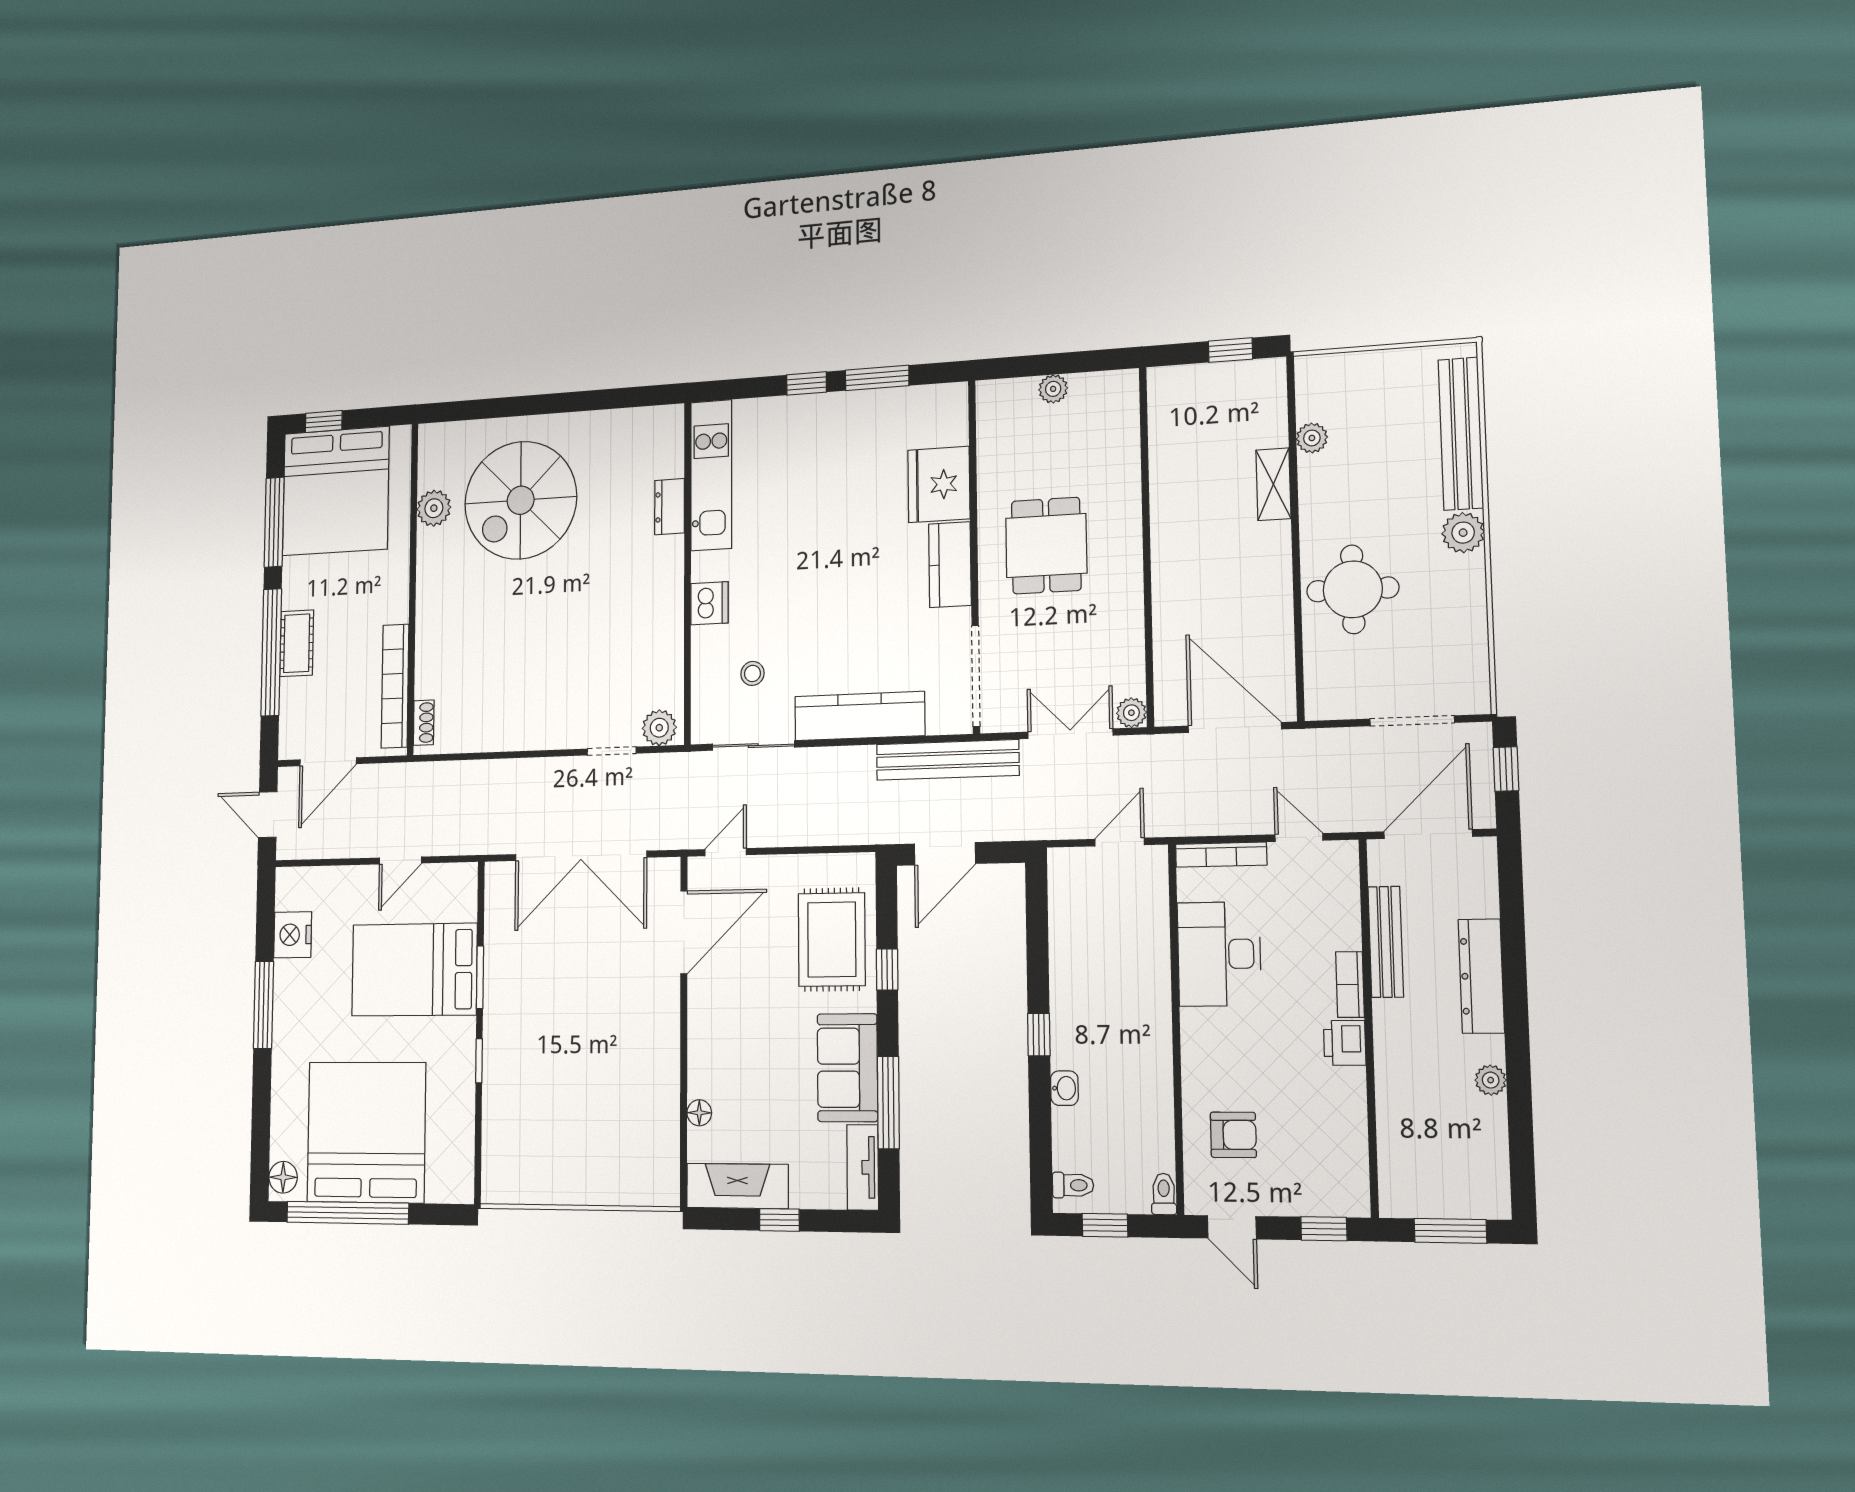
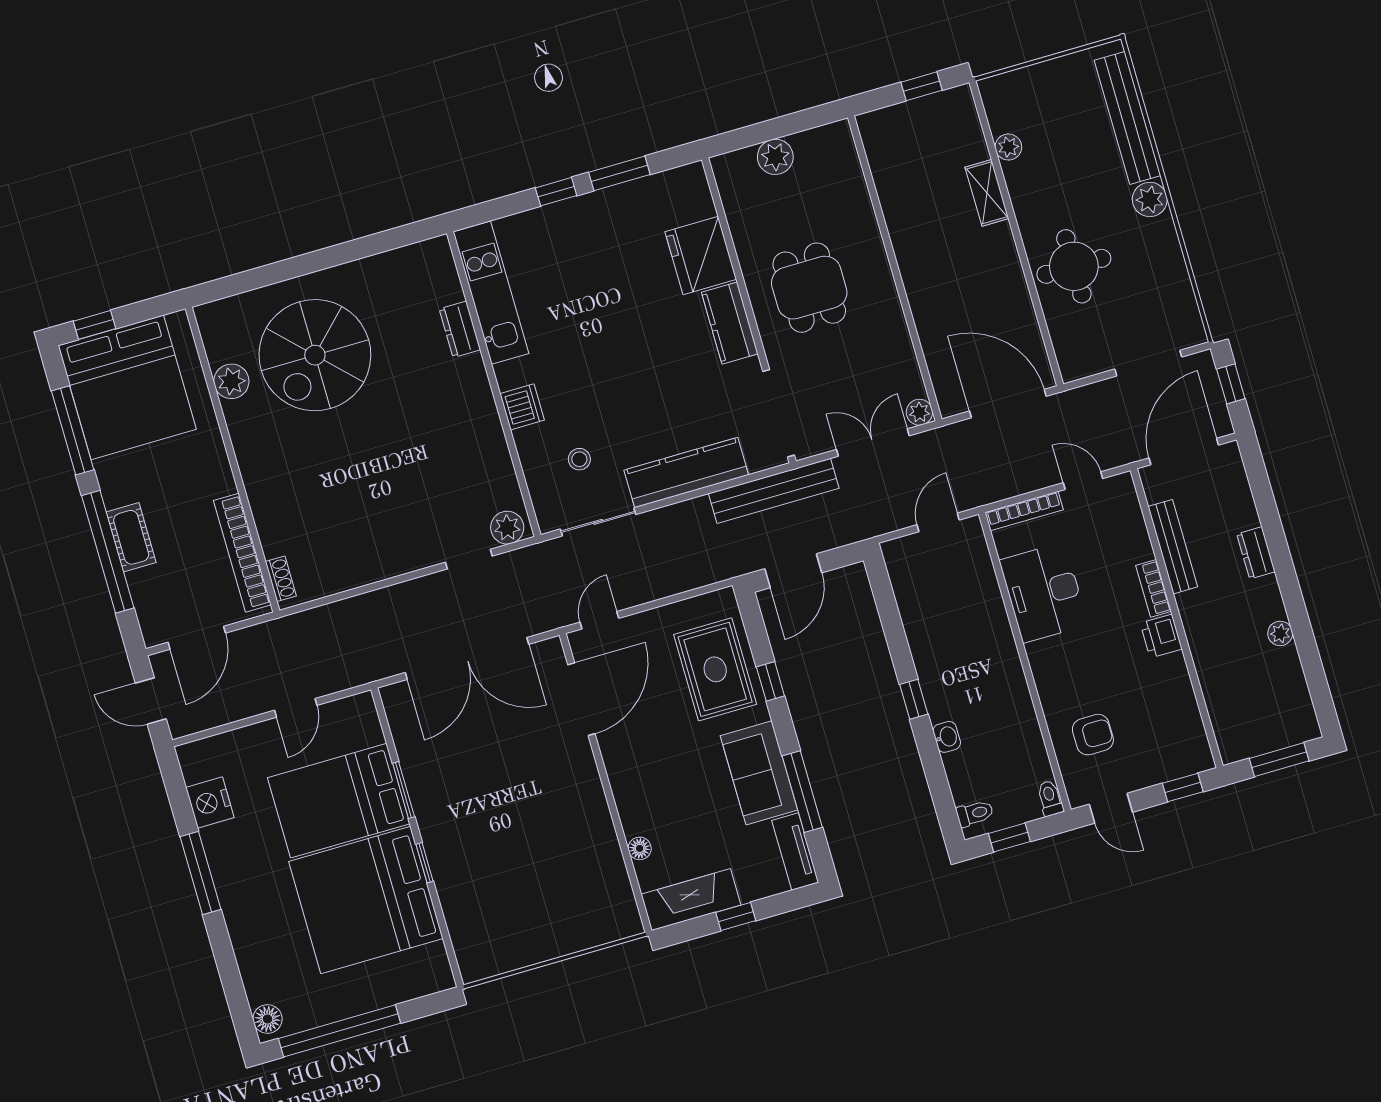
plant: (1053, 389) -> (775, 157), width x1.38, depth x1.38
dresser: (1481, 976) -> (1256, 553), width x0.51, depth x0.80
bed: (366, 1132) -> (366, 900), moved, turned -90

